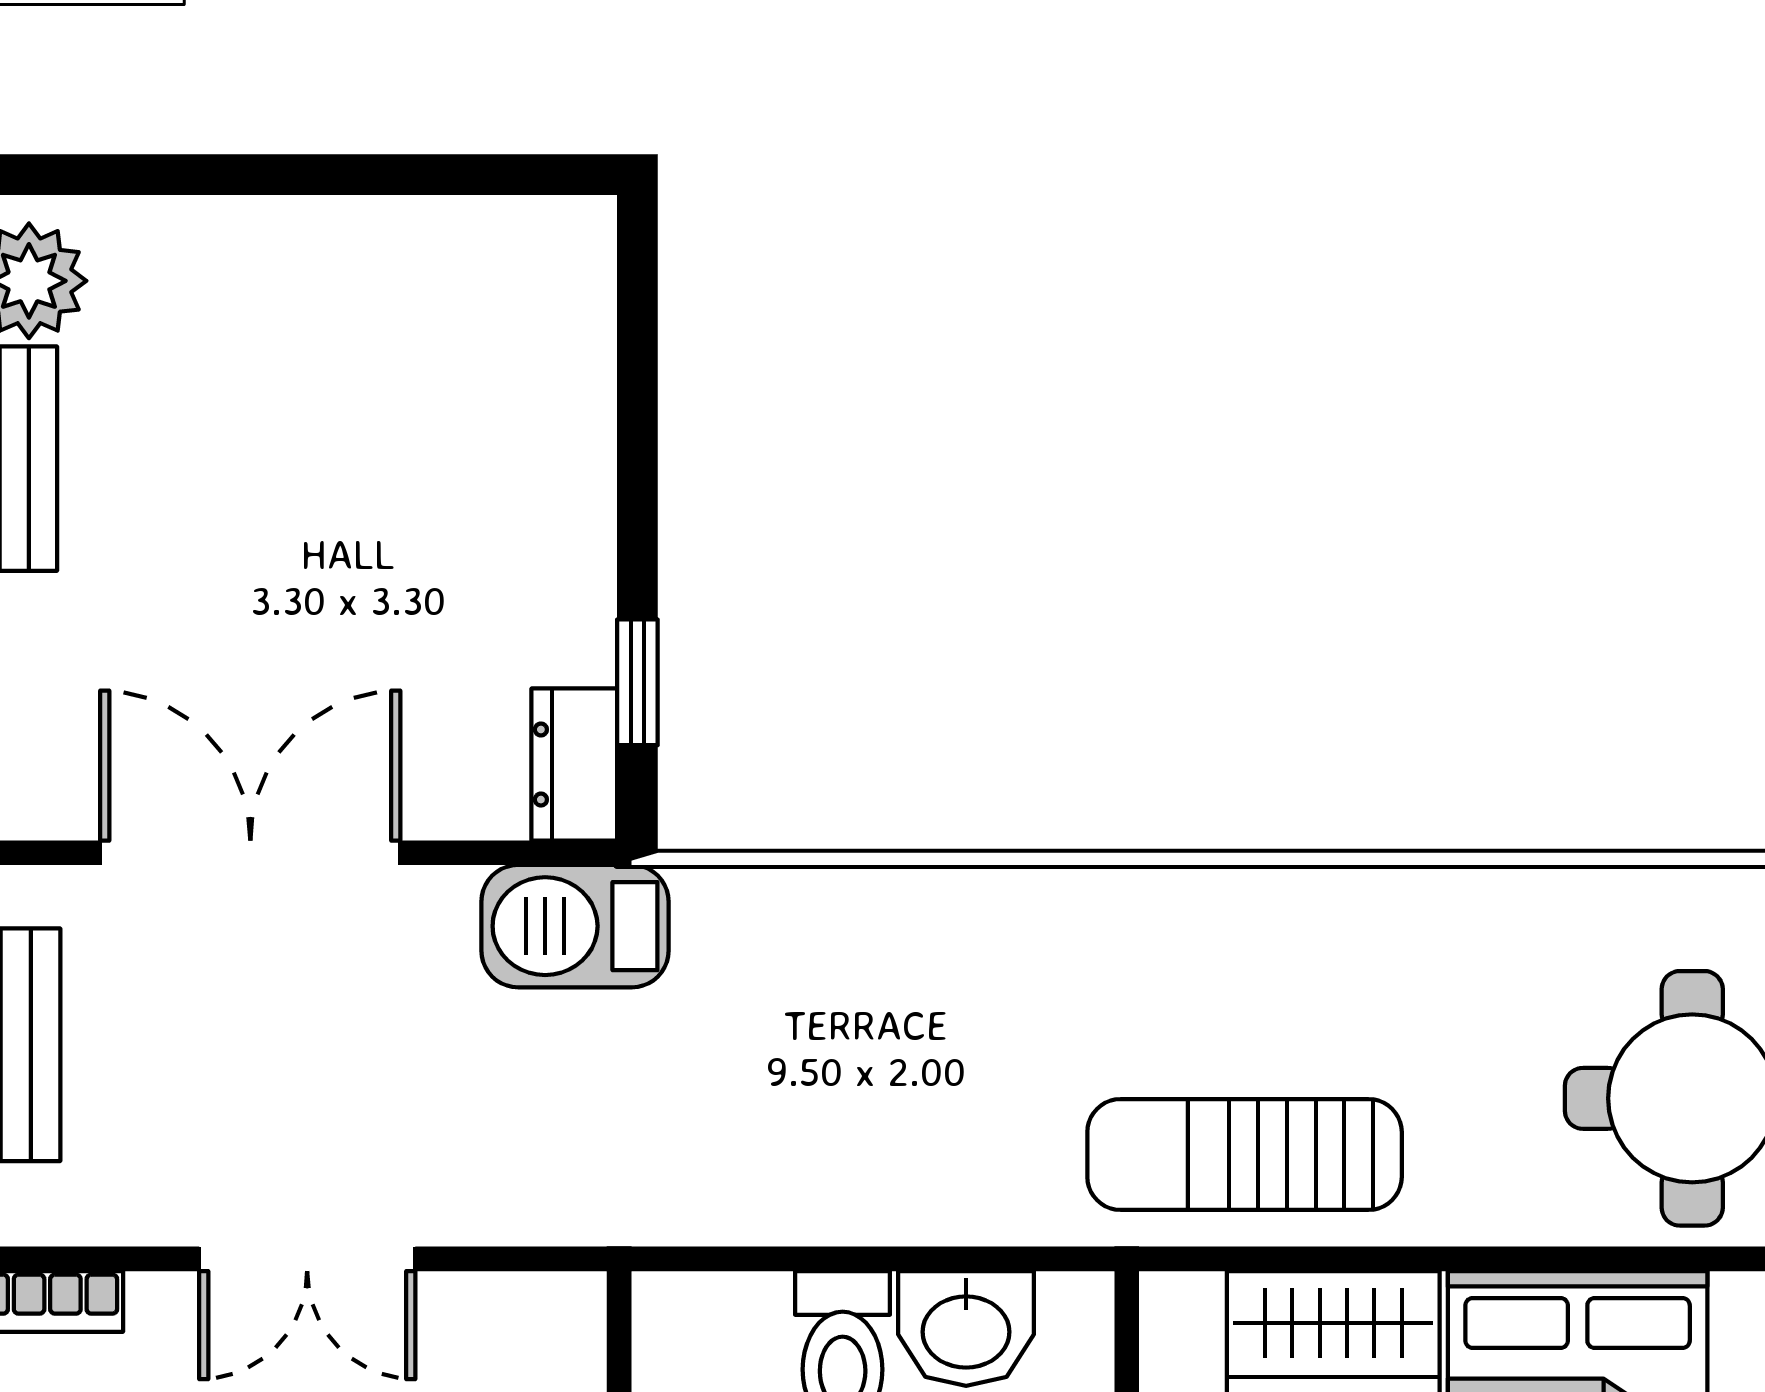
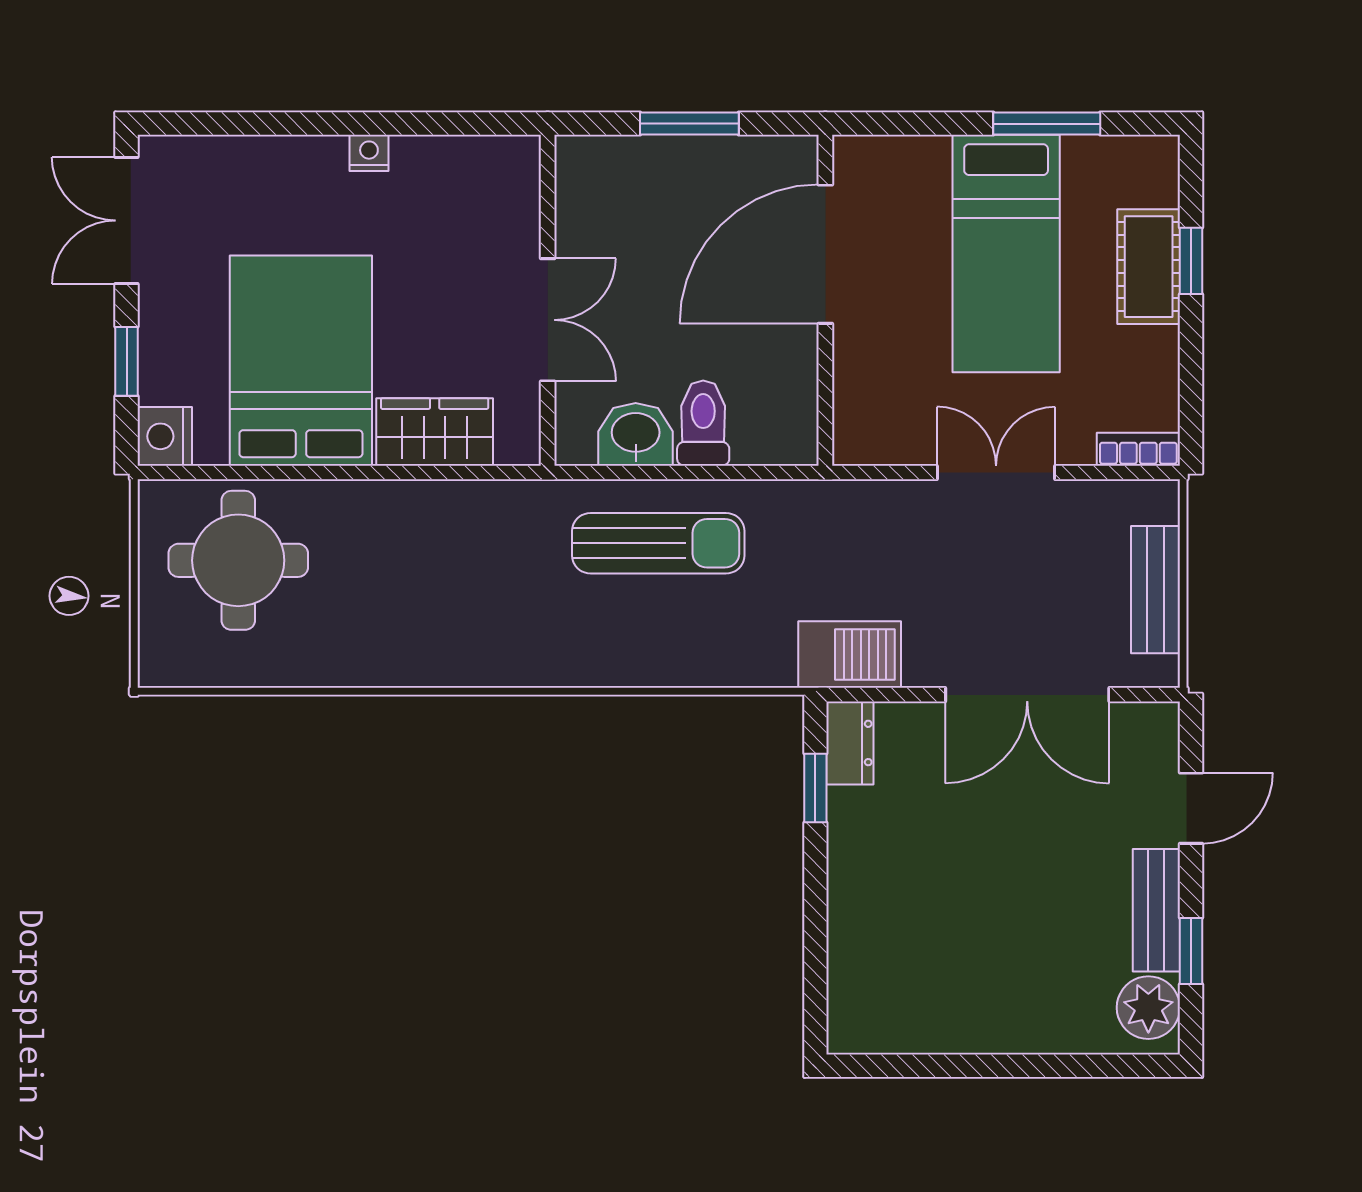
sun lounger: (1245, 1154) -> (658, 543), moved

